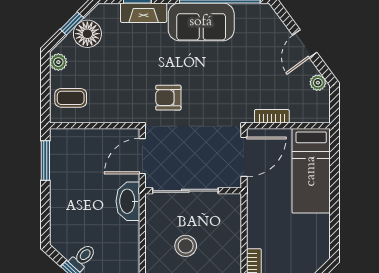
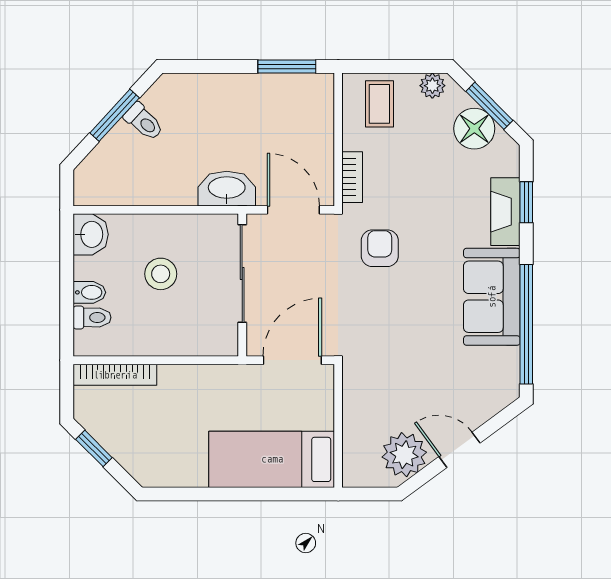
window: (72, 24) -> (489, 106), width x1.50
plant: (318, 83) -> (404, 455), width x1.88, depth x1.88
bookcase: (272, 116) -> (352, 177), moved
door: (244, 157) -> (292, 360), swing flipped

